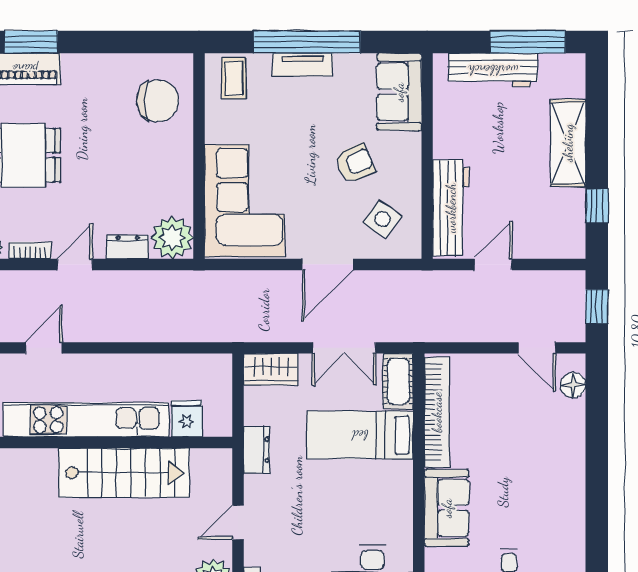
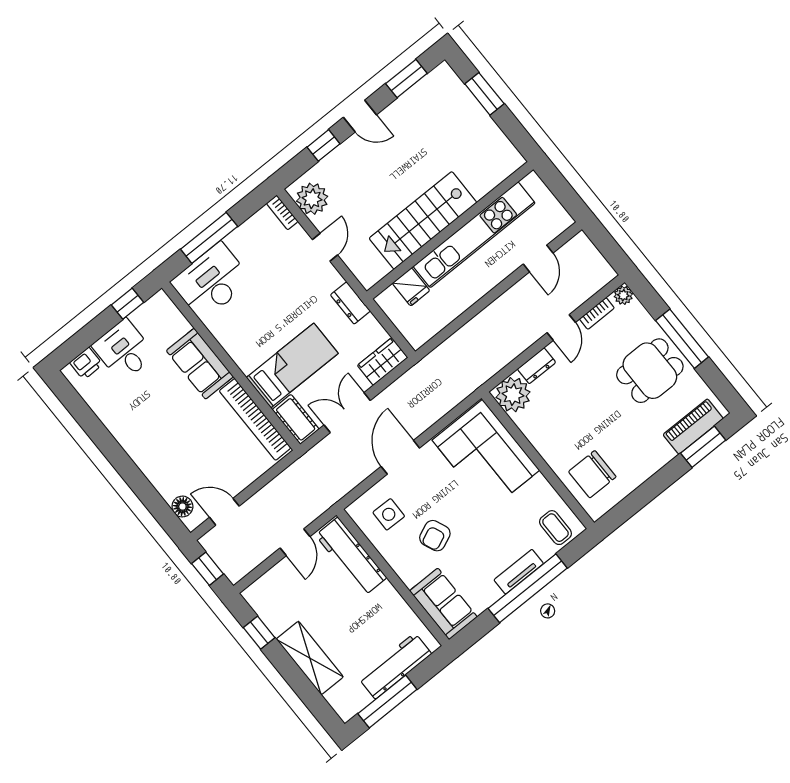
side table: (382, 219) -> (389, 514), turned -35

